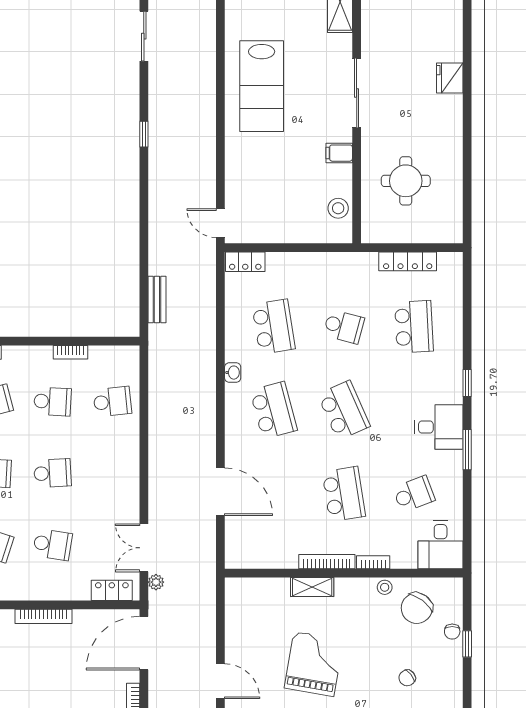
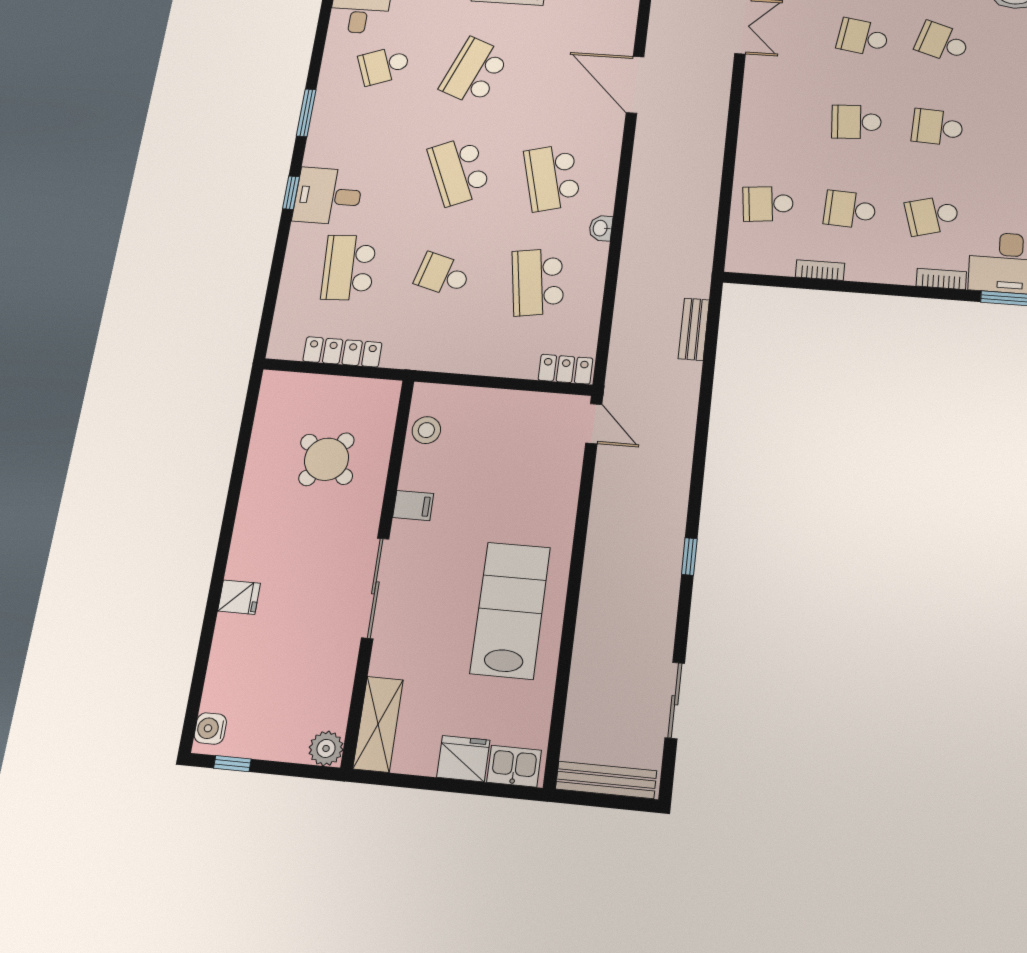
fridge: (450, 78) -> (239, 597), width x0.72
round table: (406, 181) -> (326, 459), turned 38
desk: (439, 427) -> (328, 196), moved
school desk: (344, 494) -> (475, 71), turned 30

